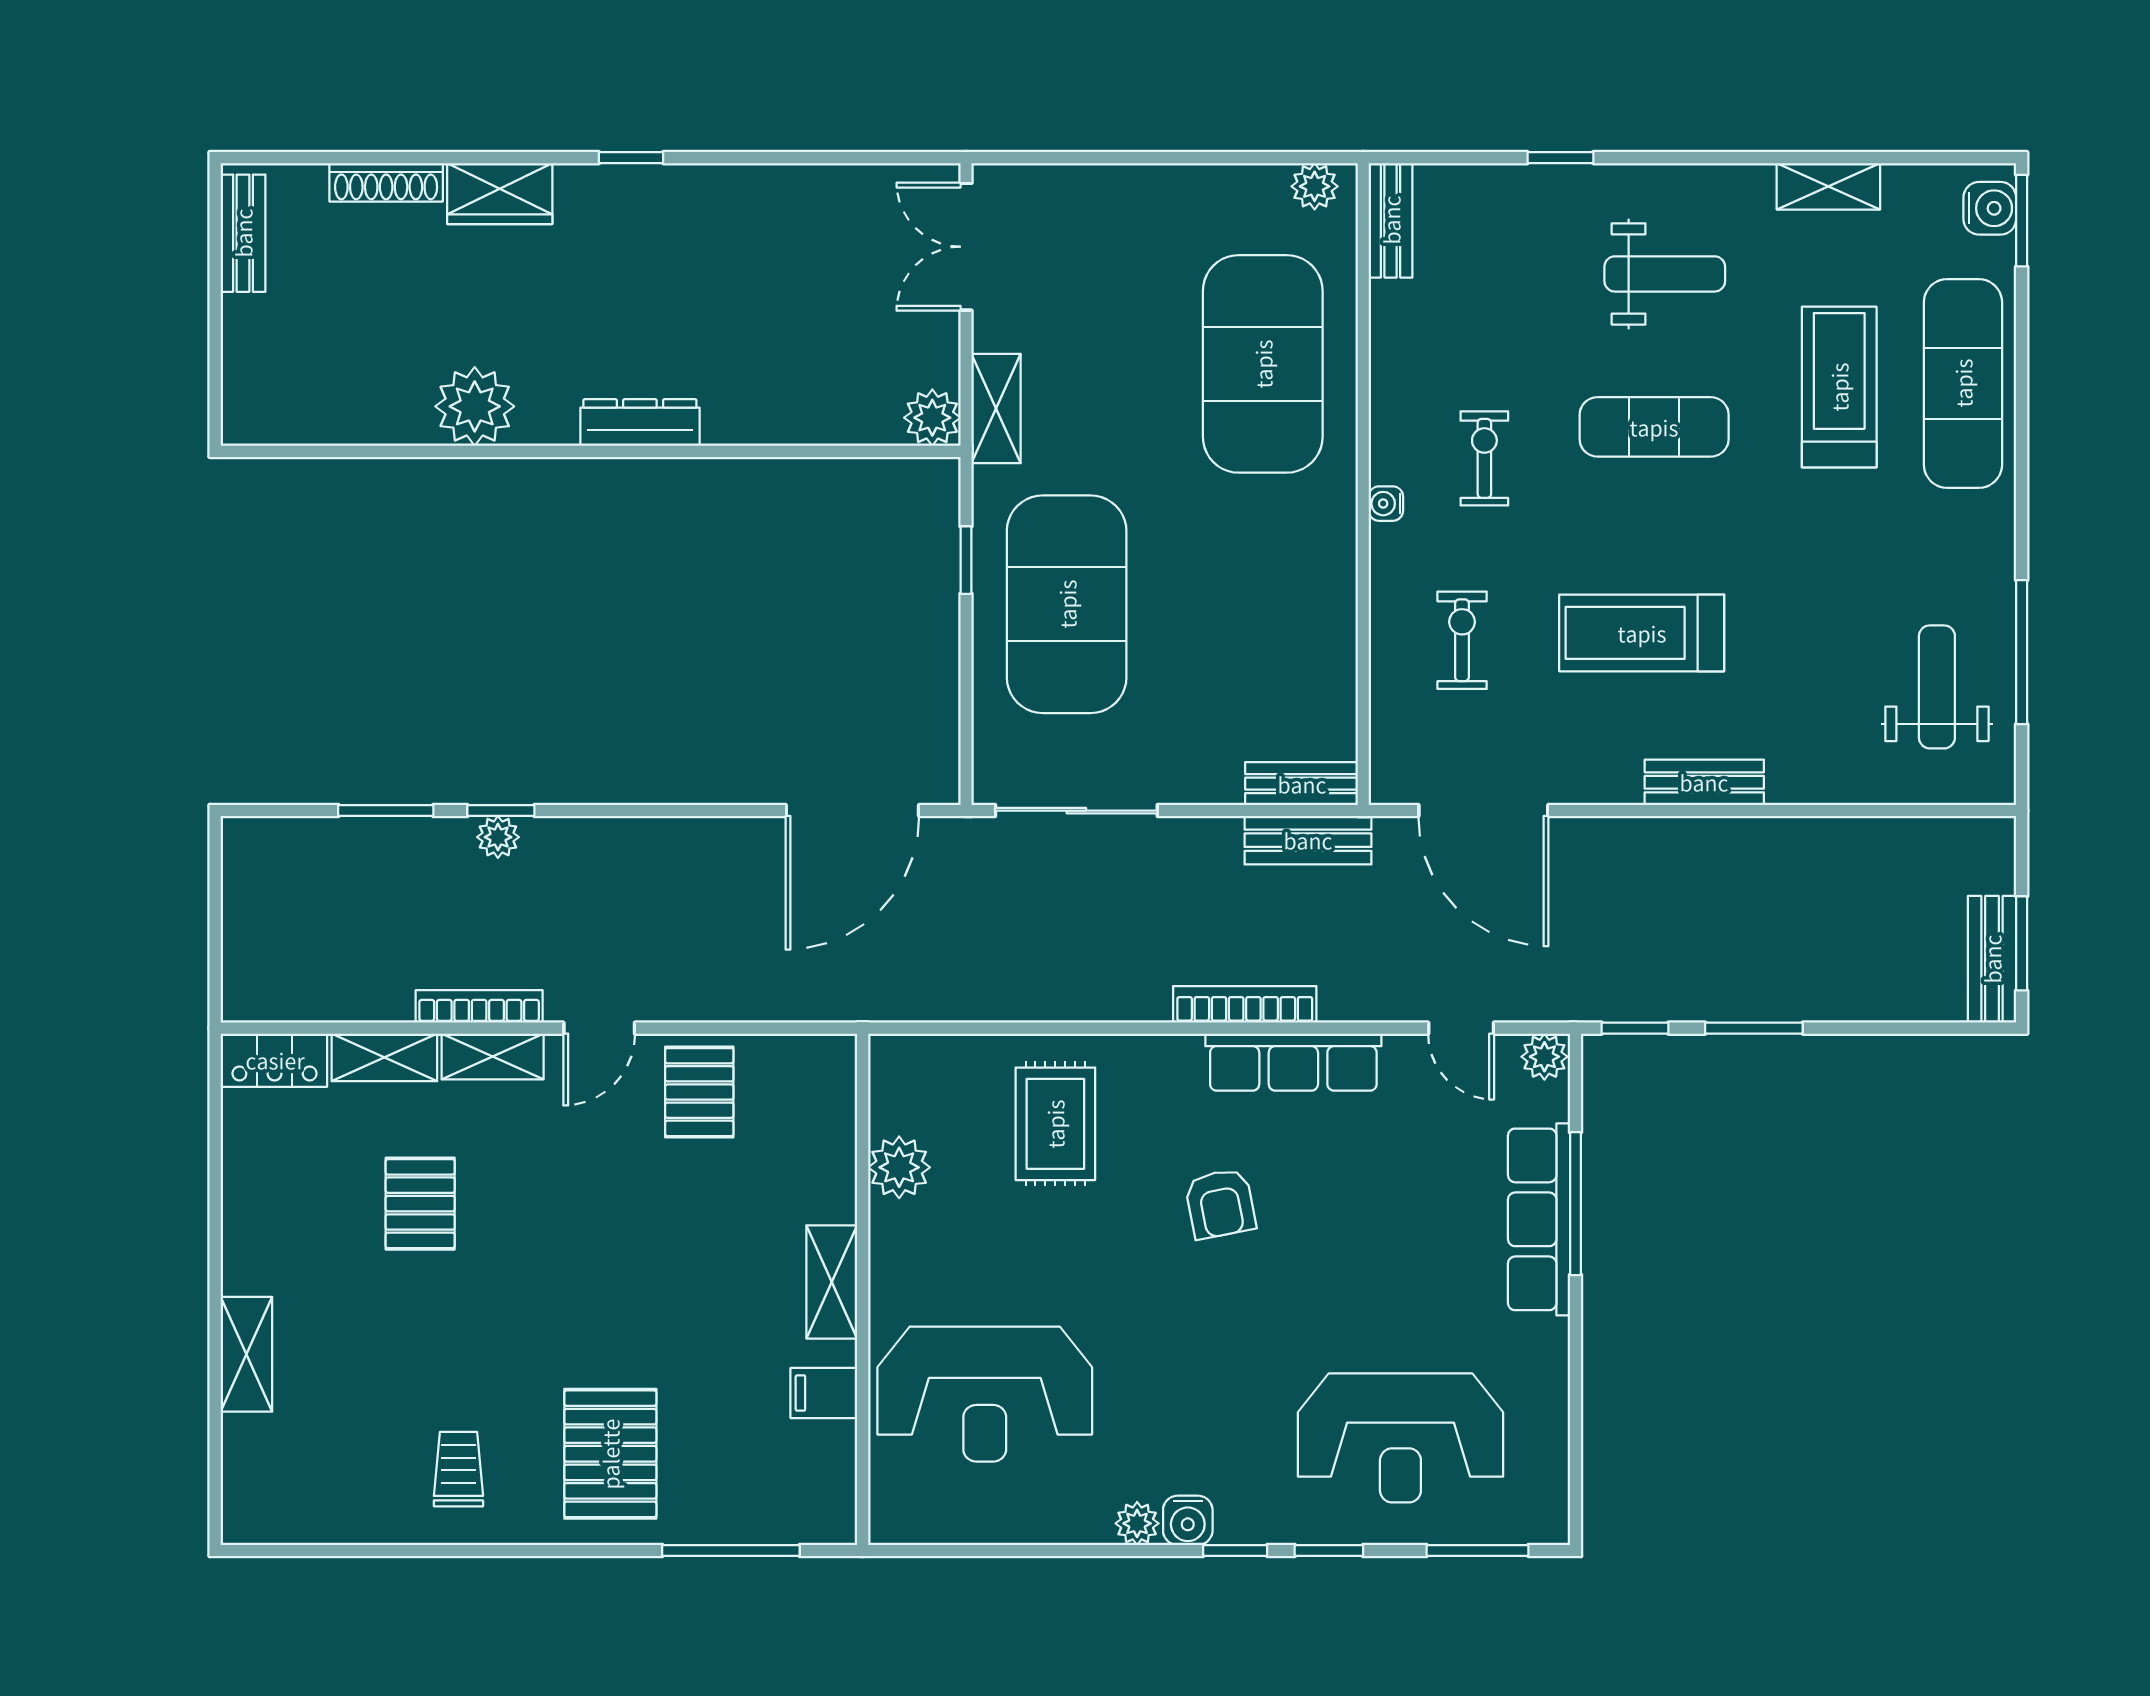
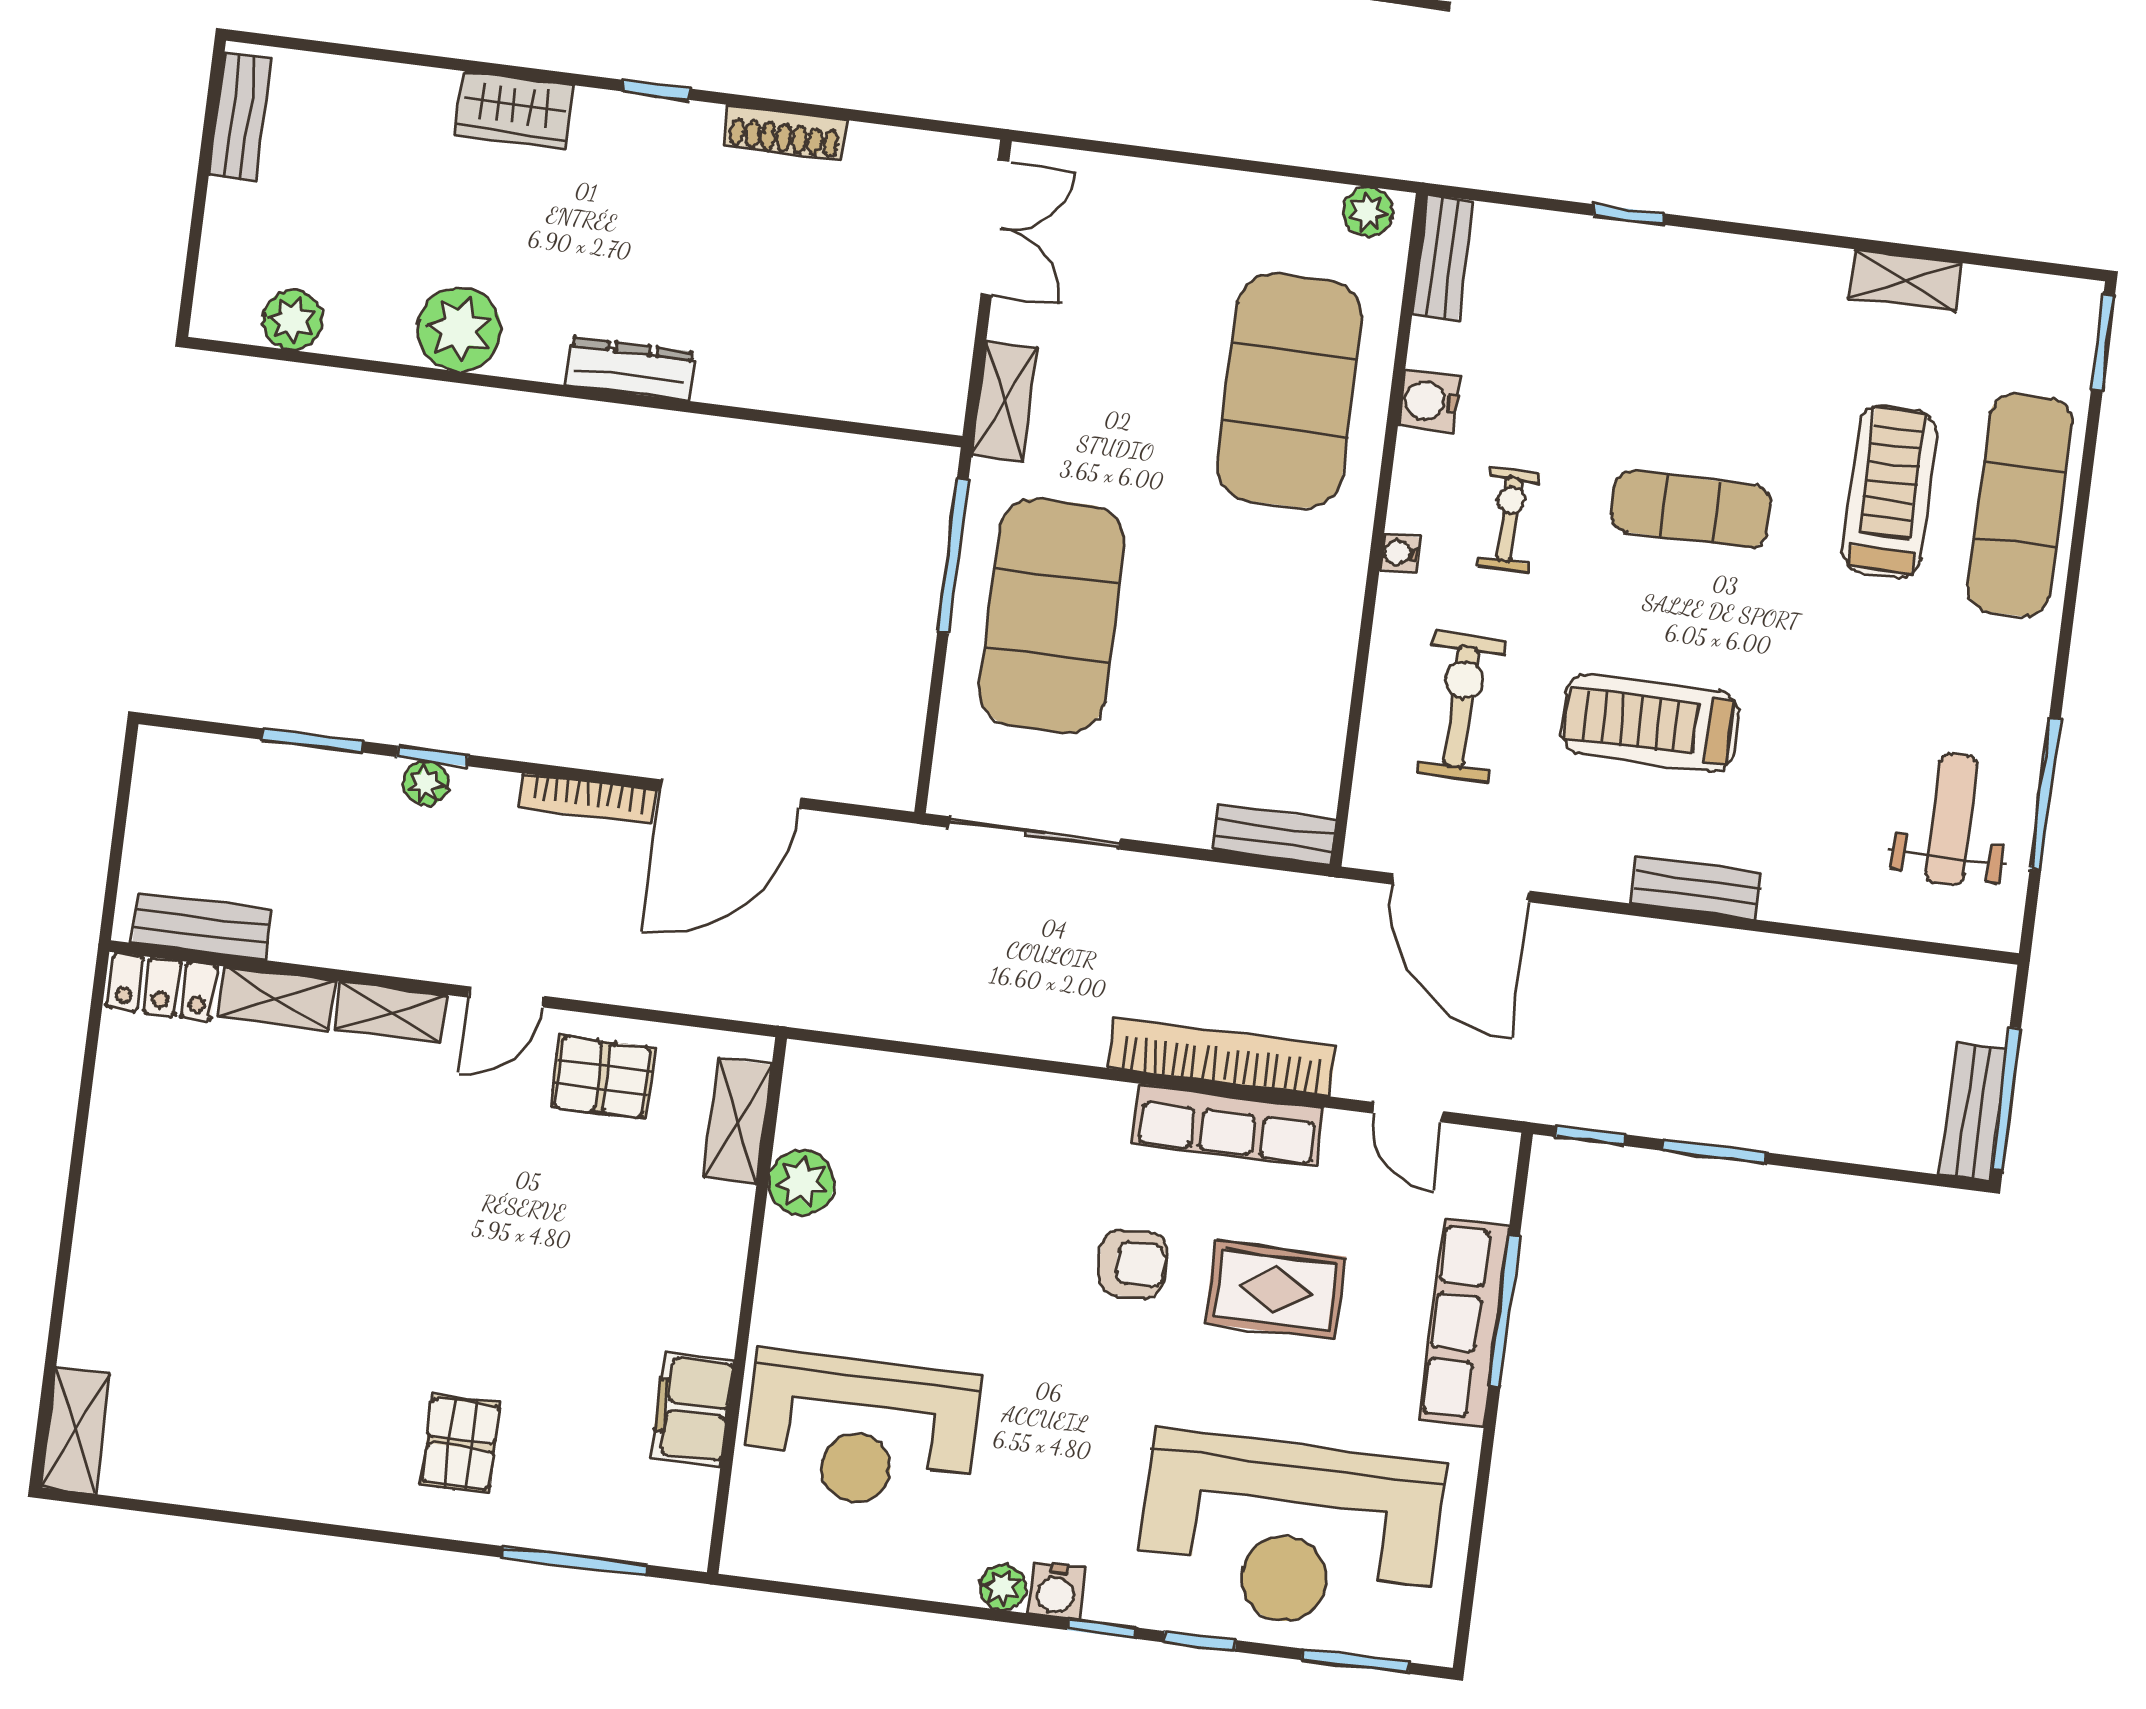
shoe rack: (386, 182) -> (785, 133), moved
water cooler: (1990, 208) -> (1429, 401), moved, turned 180
double door: (966, 247) -> (995, 228), swing flipped
weight bench: (1665, 274) -> (1722, 350), removed
plant: (932, 418) -> (293, 320), moved
window: (966, 560) -> (953, 556), width x2.17
exercise bike: (1462, 640) -> (1461, 707), width x1.38, depth x1.39
door: (852, 811) -> (730, 794), moved
bench: (1308, 840) -> (202, 926), moved
window: (2022, 943) -> (2006, 1099), width x1.44
bookcase: (1245, 1004) -> (1222, 1057), width x1.48, depth x1.31
bookcase: (479, 1006) -> (588, 799), moved, turned 180
plant: (1544, 1057) -> (1492, 1153), removed
pallet: (699, 1092) -> (602, 1077), turned 90
rug: (1055, 1124) -> (1275, 1290), moved, turned 90
pallet: (420, 1204) -> (295, 1156), removed
armchair: (1220, 1204) -> (1133, 1264), turned -81
shelving: (832, 1282) -> (738, 1121), moved
shelving: (246, 1354) -> (75, 1430), moved
filing cabinet: (824, 1393) -> (692, 1409), width x2.00
reception desk: (1400, 1438) -> (1290, 1533), width x1.36, depth x1.30
pallet: (610, 1454) -> (461, 1444), width x0.67, depth x0.71
trolley: (458, 1469) -> (300, 1439), removed

